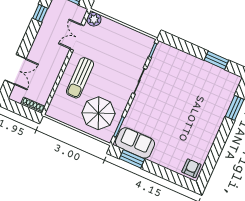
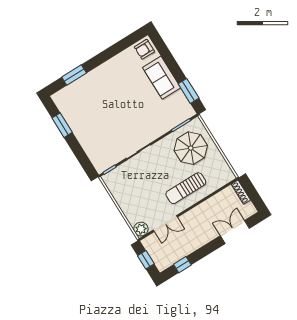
sun lounger: (80, 78) -> (186, 188), turned 180
sofa: (135, 143) -> (162, 78), moved

